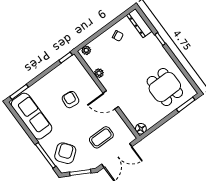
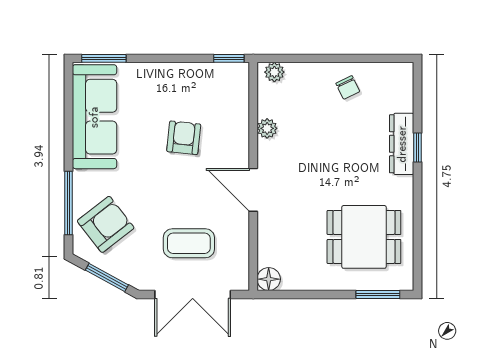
dresser: (139, 23) -> (402, 144), moved
dining table: (165, 87) -> (364, 237), turned 90

